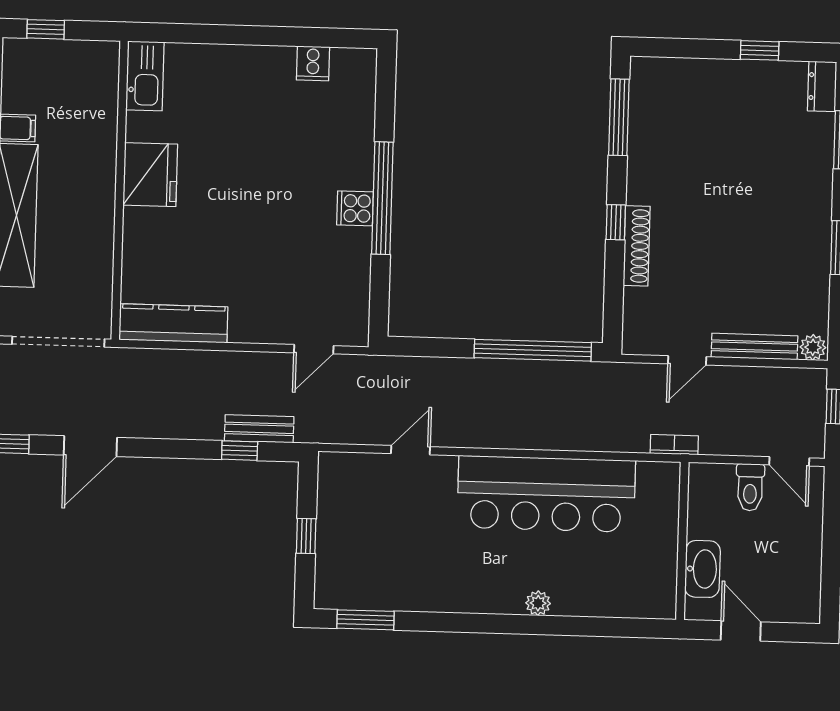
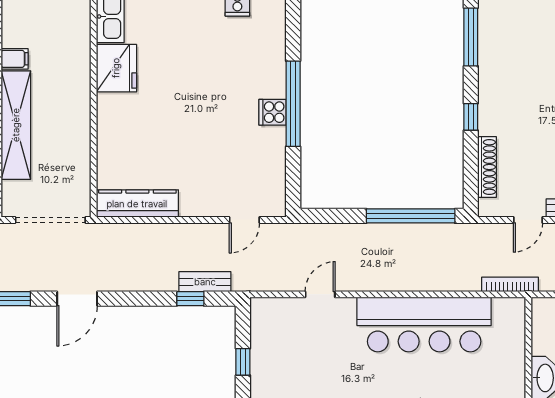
fridge: (150, 175) -> (116, 68), moved
shoe rack: (637, 246) -> (487, 167), moved
bookcase: (674, 445) -> (510, 284), width x1.56

